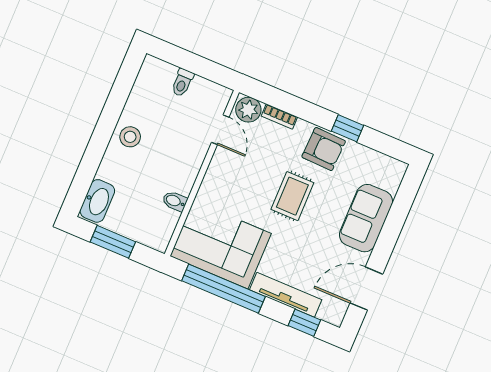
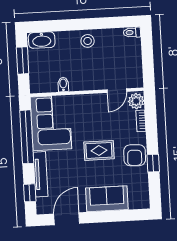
toilet: (182, 83) -> (132, 32), moved
door: (366, 289) -> (67, 219), hinge flipped

